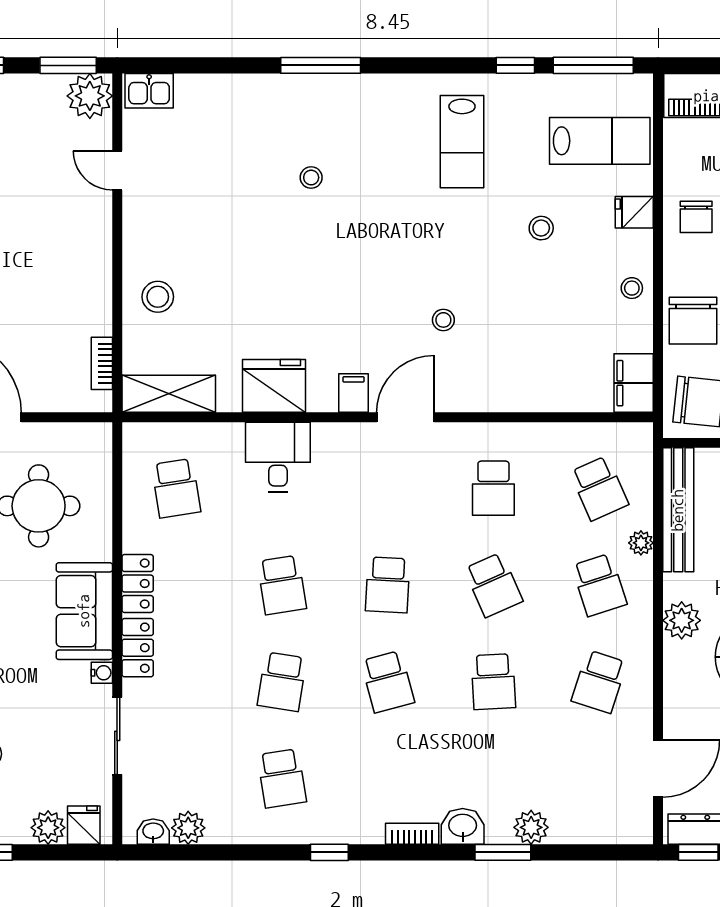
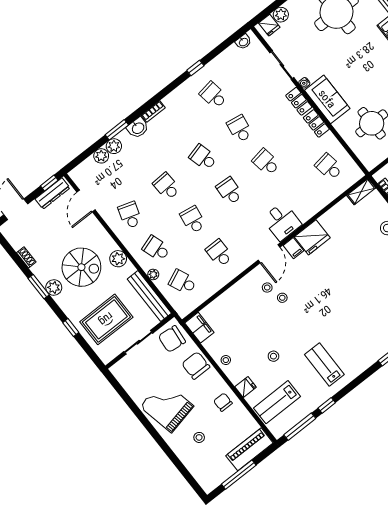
stool: (311, 178) -> (267, 288), moved
fridge: (274, 386) -> (312, 237), moved
shelving: (169, 394) -> (361, 192), width x0.67, depth x0.75
desk: (278, 457) -> (282, 221), moved
school desk: (493, 585) -> (193, 220), turned 33
plant: (188, 828) -> (101, 156), moved
window: (329, 852) -> (195, 68), moved

